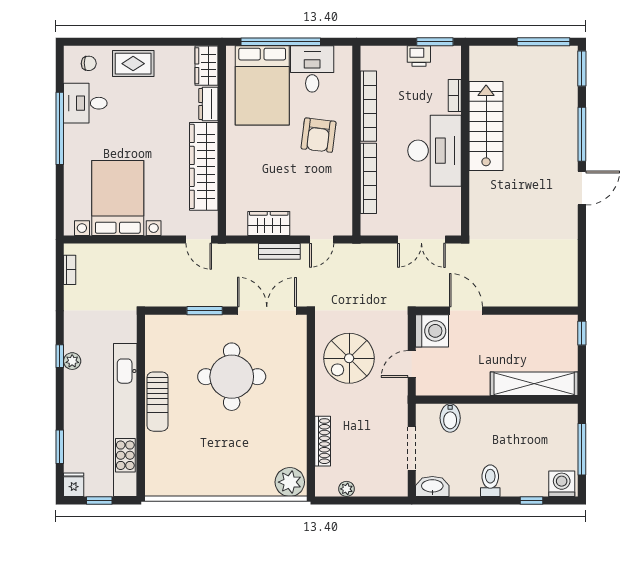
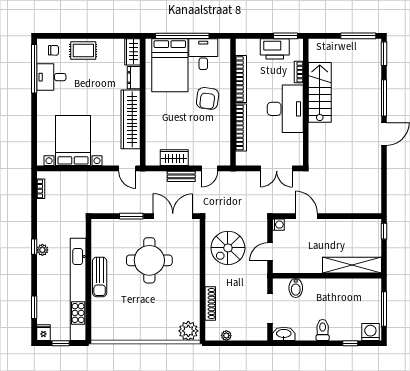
printer: (419, 56) -> (275, 49), width x1.87, depth x1.48
window: (60, 128) -> (34, 69), moved
washing machine: (432, 331) -> (278, 225), width x0.53, depth x0.53

